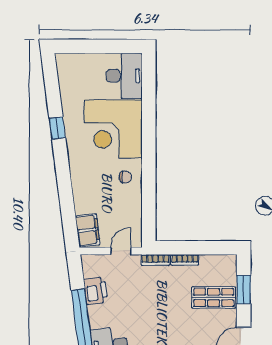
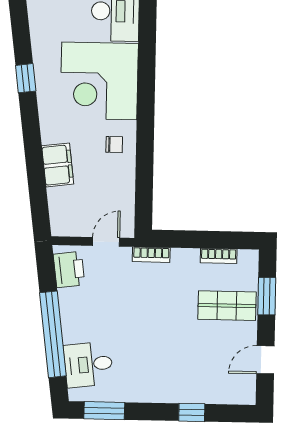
filing cabinet: (88, 230) -> (58, 165), moved
bookcase: (185, 260) -> (219, 256), moved
printer: (96, 291) -> (69, 270), moved

